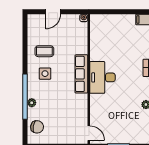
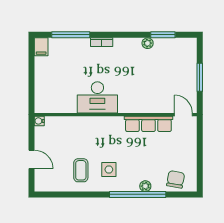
row of seats: (81, 74) -> (148, 124), moved
desk: (103, 77) -> (97, 97), moved
door: (89, 133) -> (183, 115), hinge flipped

